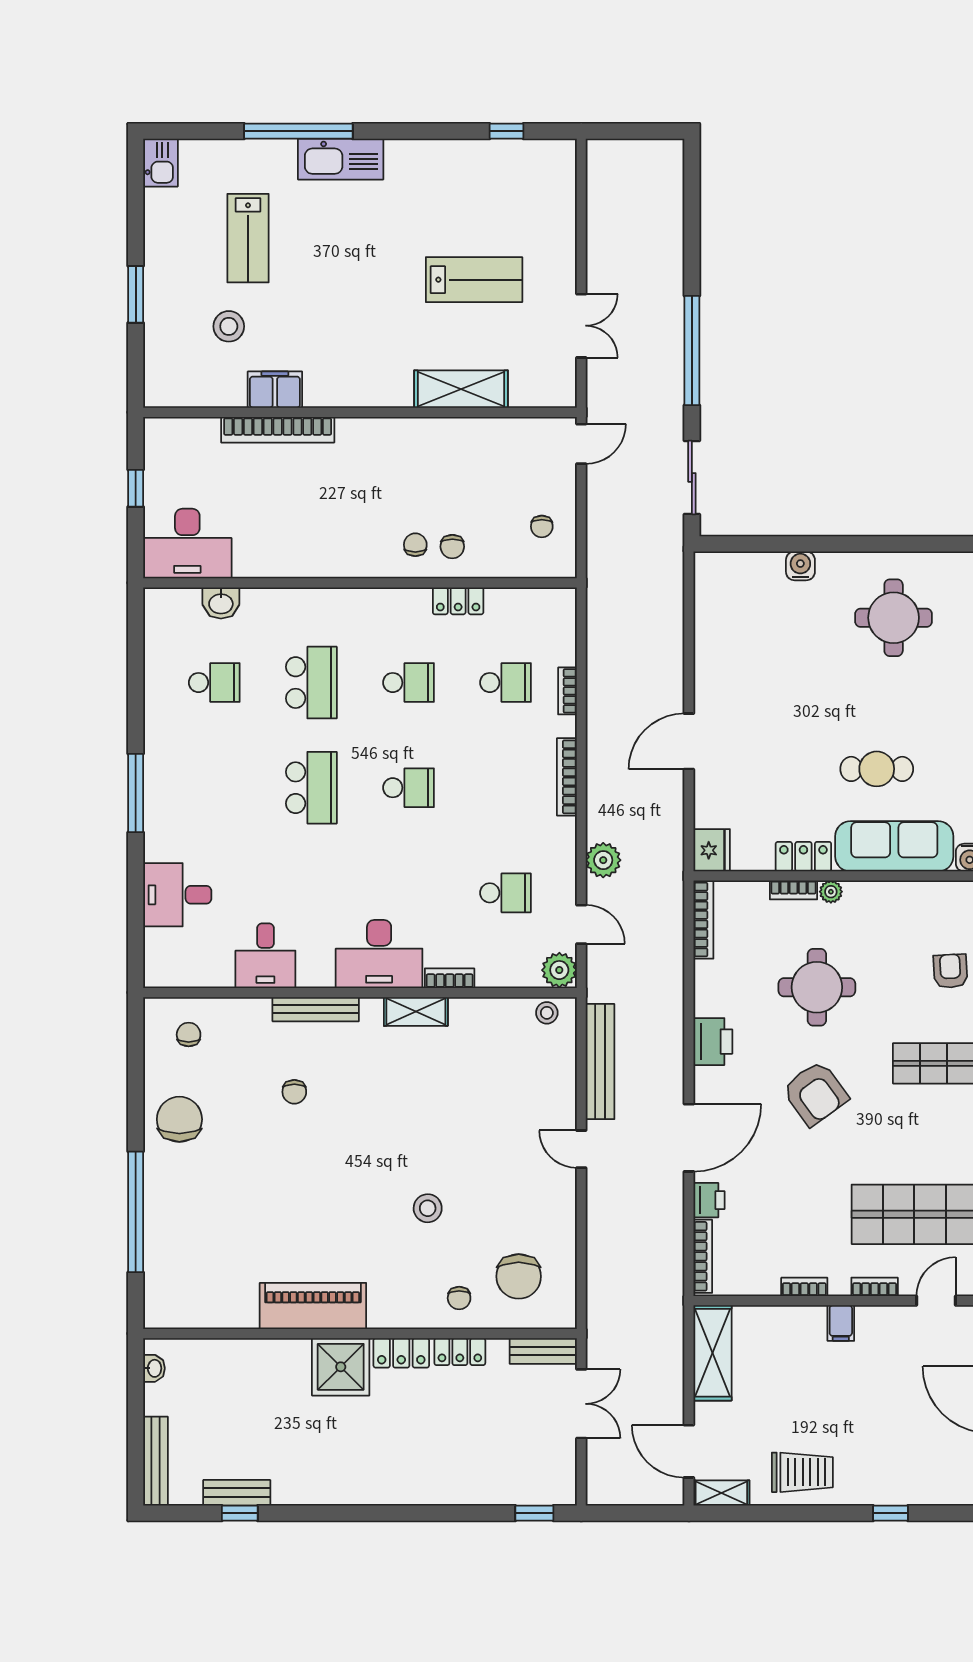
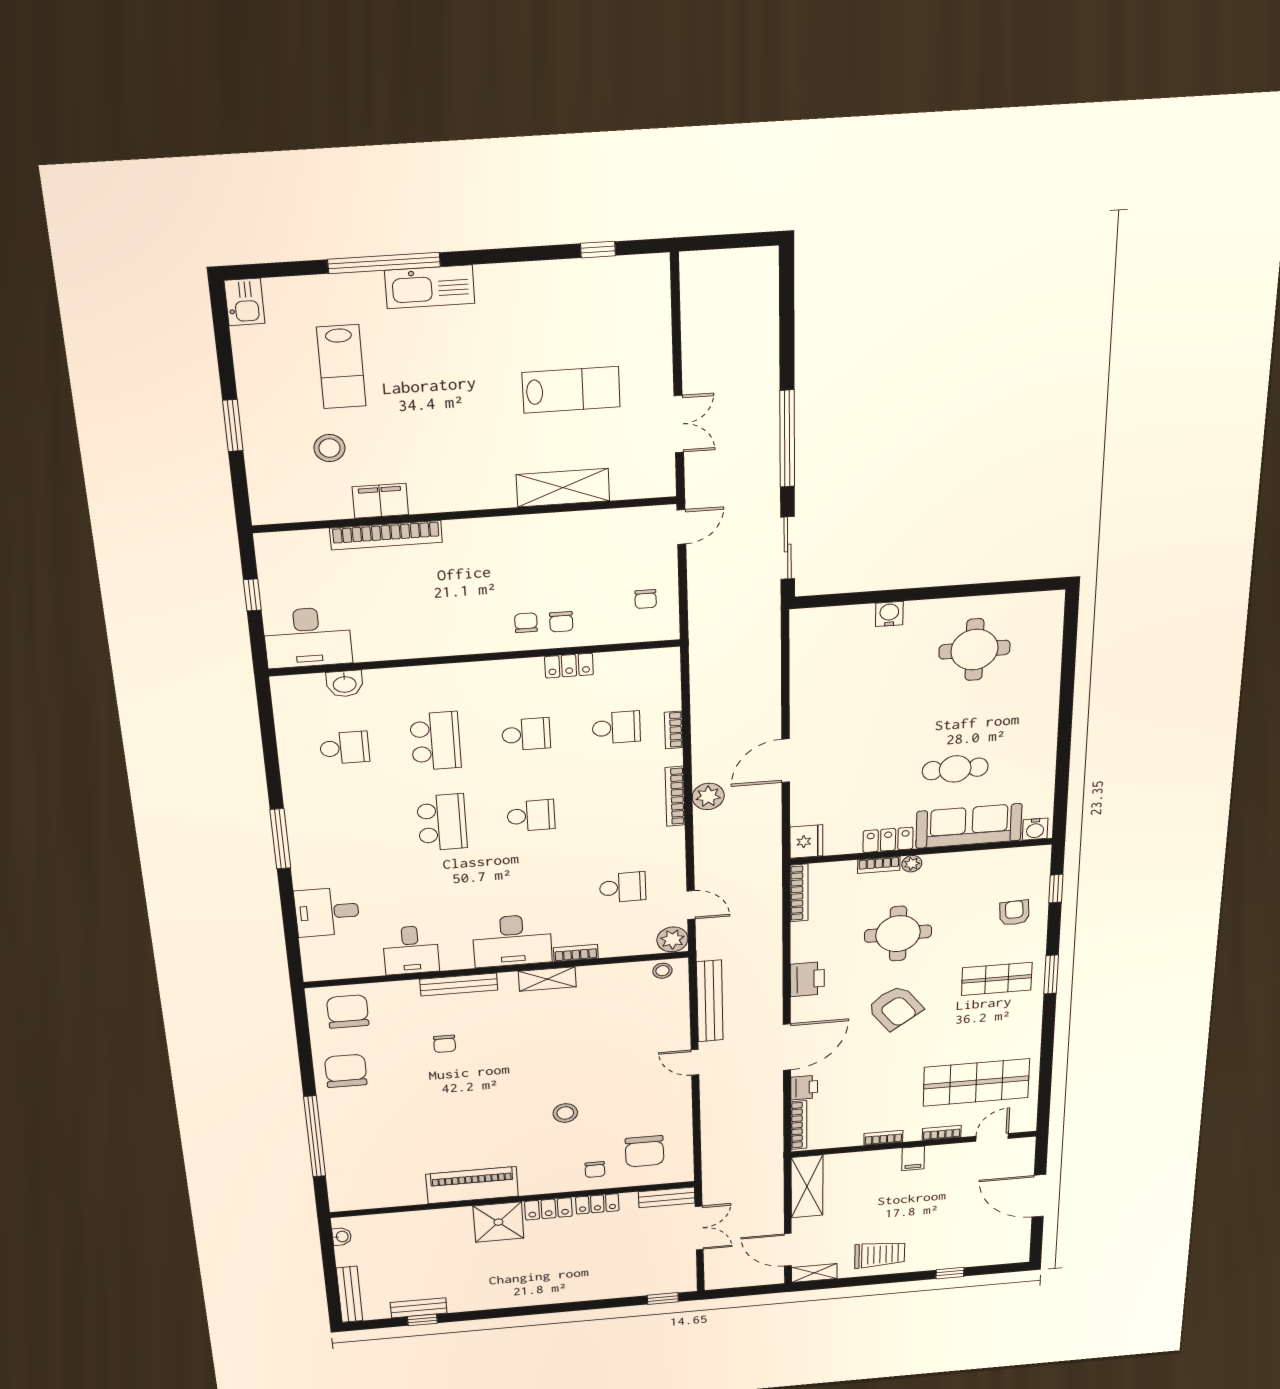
plant: (603, 860) -> (708, 796), moved
chair: (189, 1035) -> (348, 1011), width x1.87, depth x1.87

